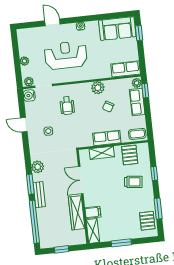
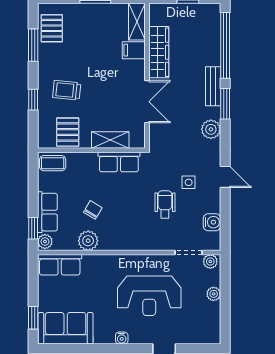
plant: (98, 88) -> (88, 241), moved
water cooler: (29, 96) -> (212, 222), moved
wheelchair: (67, 106) -> (165, 204), moved
door: (24, 125) -> (225, 177), moved
row of seats: (107, 138) -> (119, 162), moved

